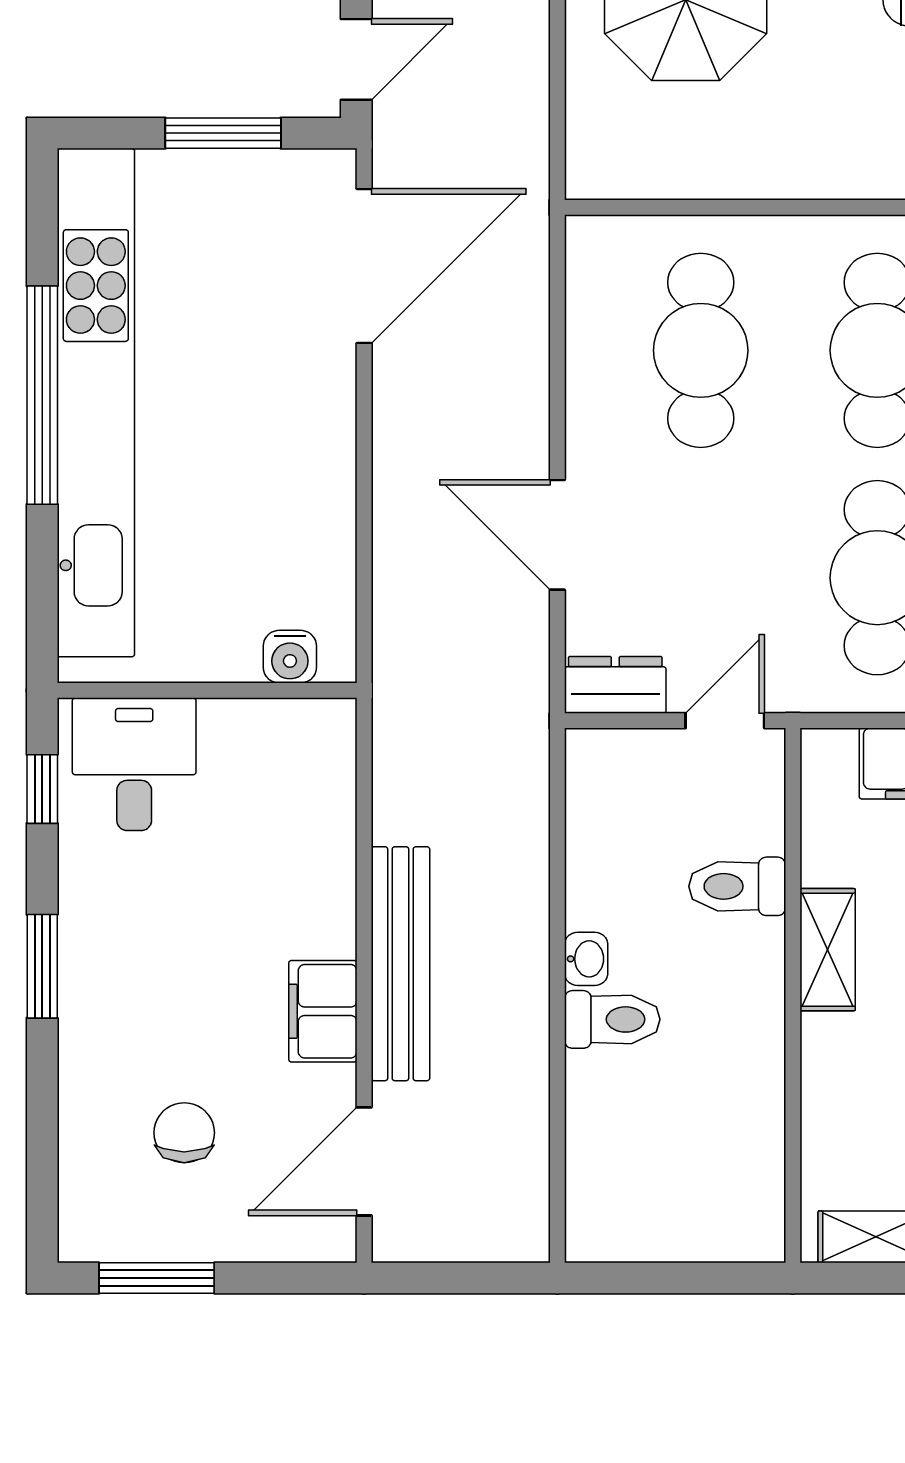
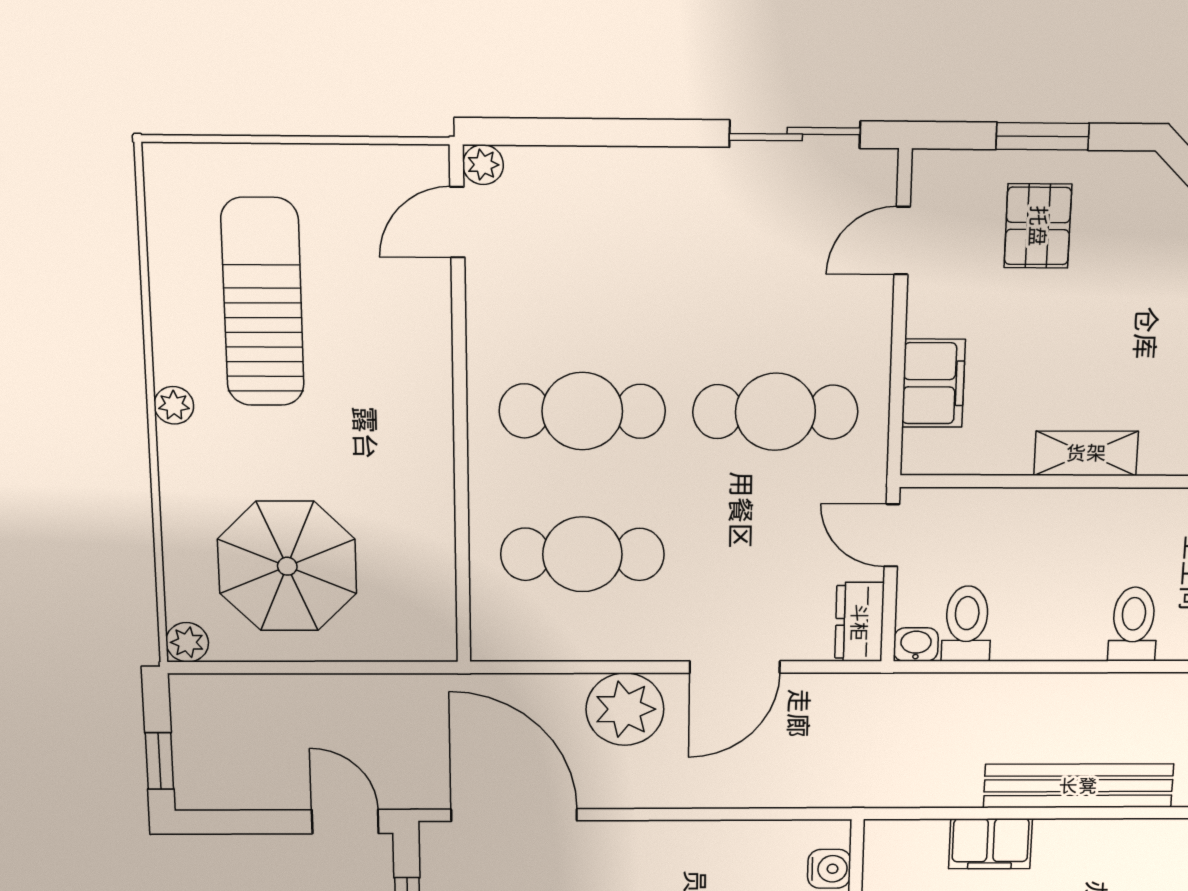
plant: (503, 402) -> (625, 709), added
toilet: (737, 886) -> (967, 624), moved, turned 180
washbasin: (586, 959) -> (916, 645), moved
filing cabinet: (323, 1011) -> (990, 844), moved

